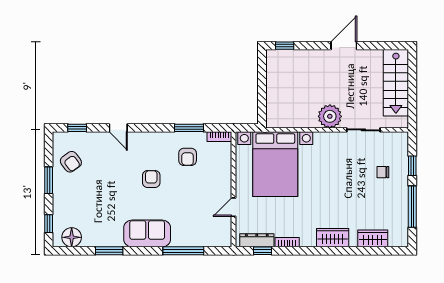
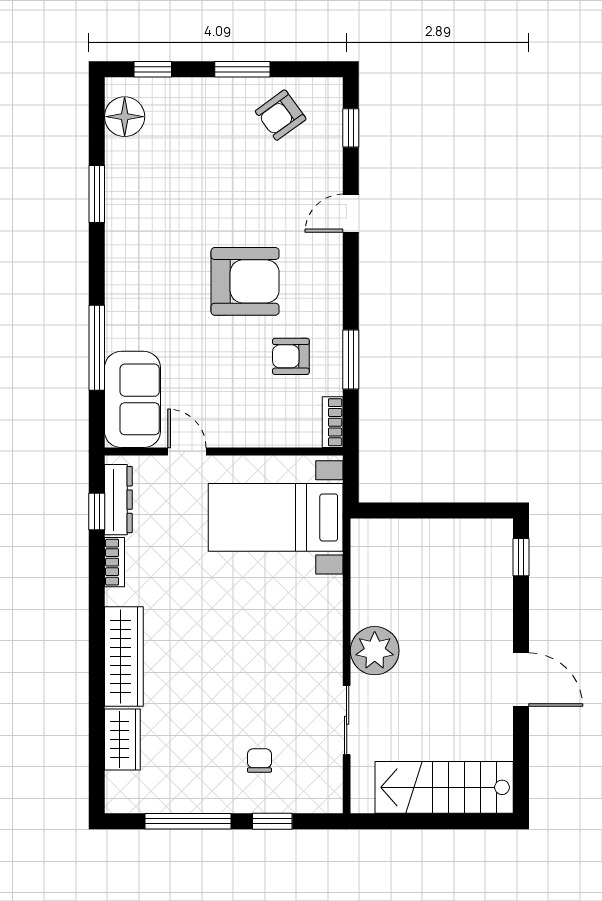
bed with nightstands: (275, 164) -> (276, 517), width x0.73
armchair: (151, 179) -> (245, 281), width x1.88, depth x1.88
sofa: (147, 233) -> (132, 399), moved
wardrobe: (333, 238) -> (124, 656), width x1.50

